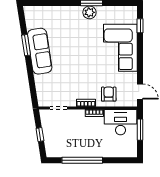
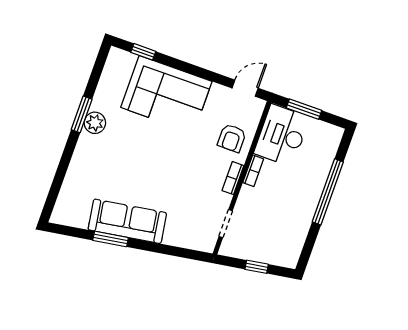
armchair: (109, 94) -> (232, 138), turned -90
window: (82, 160) -> (328, 192), moved

